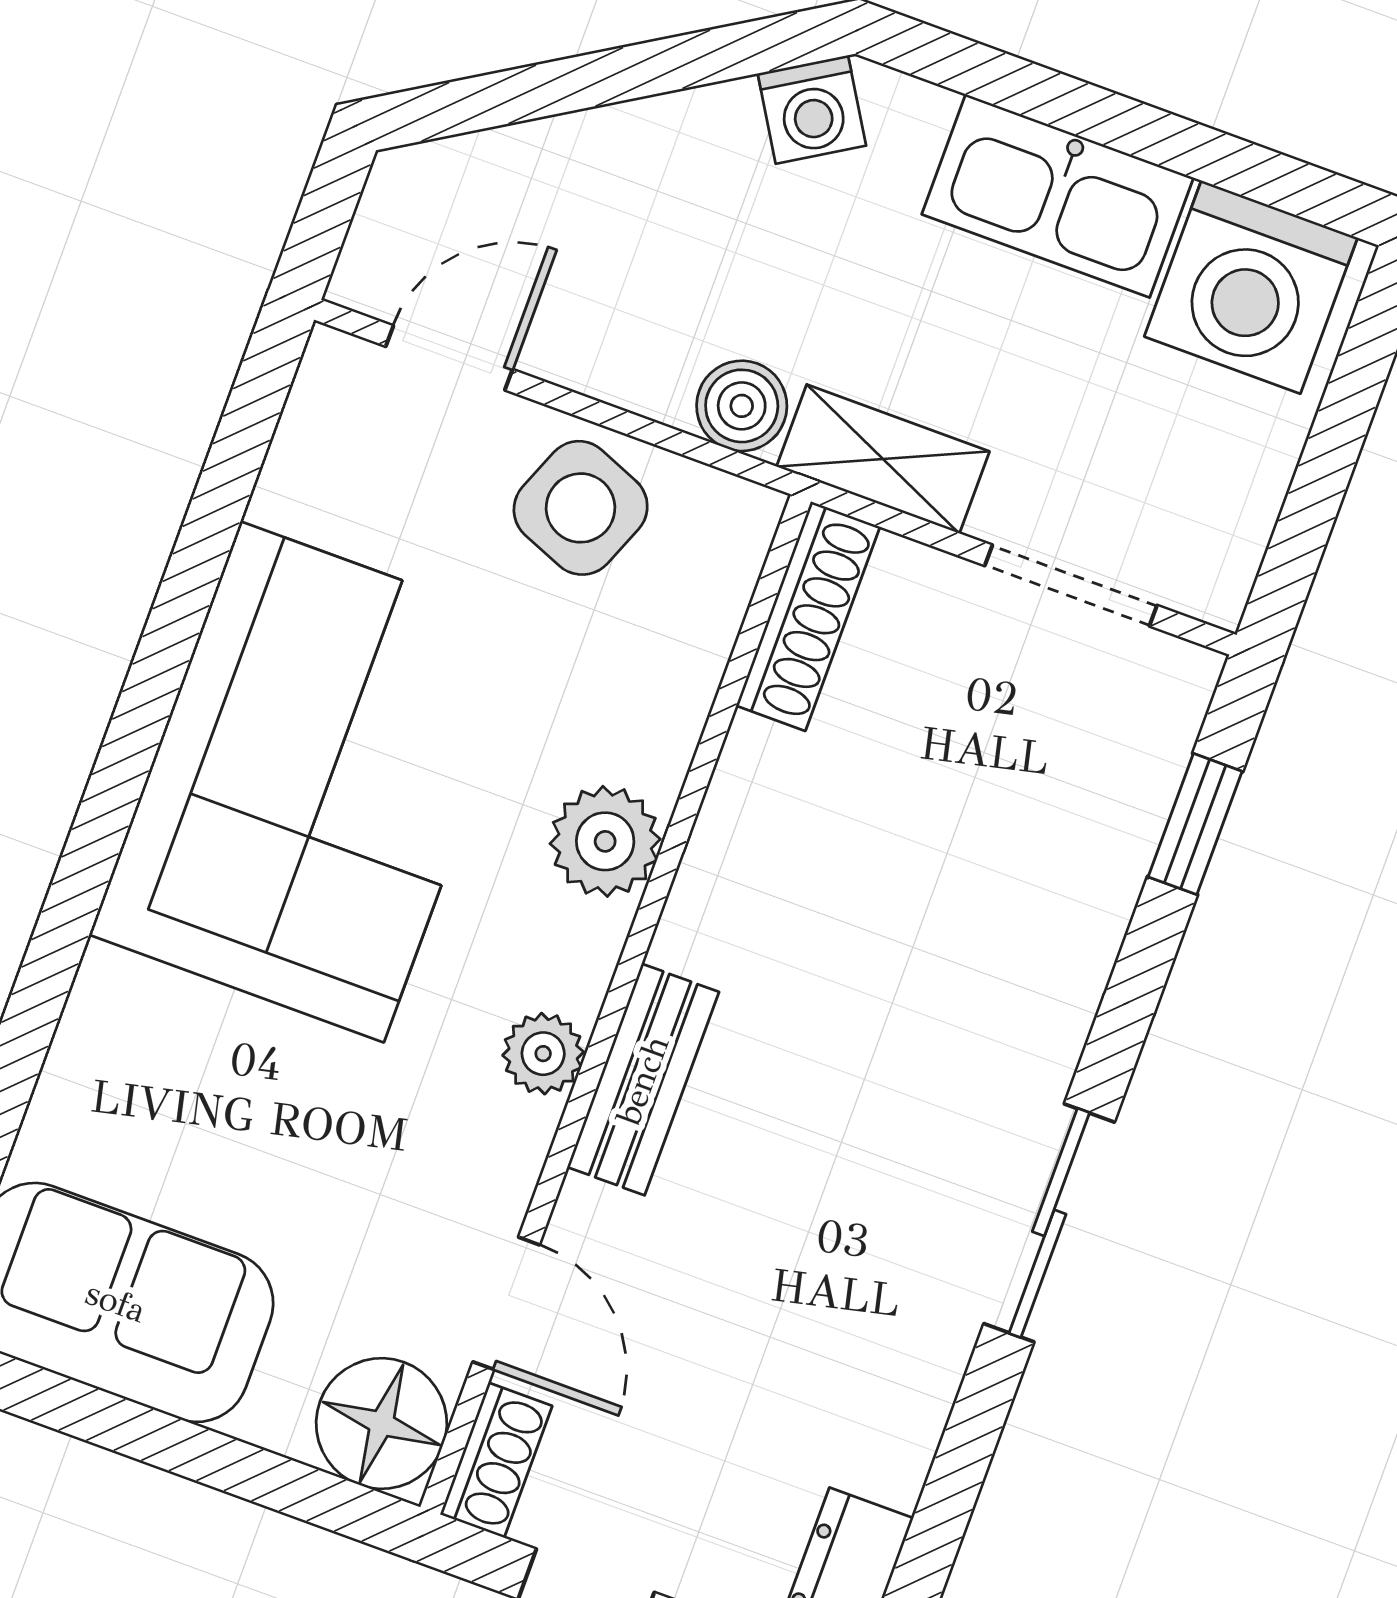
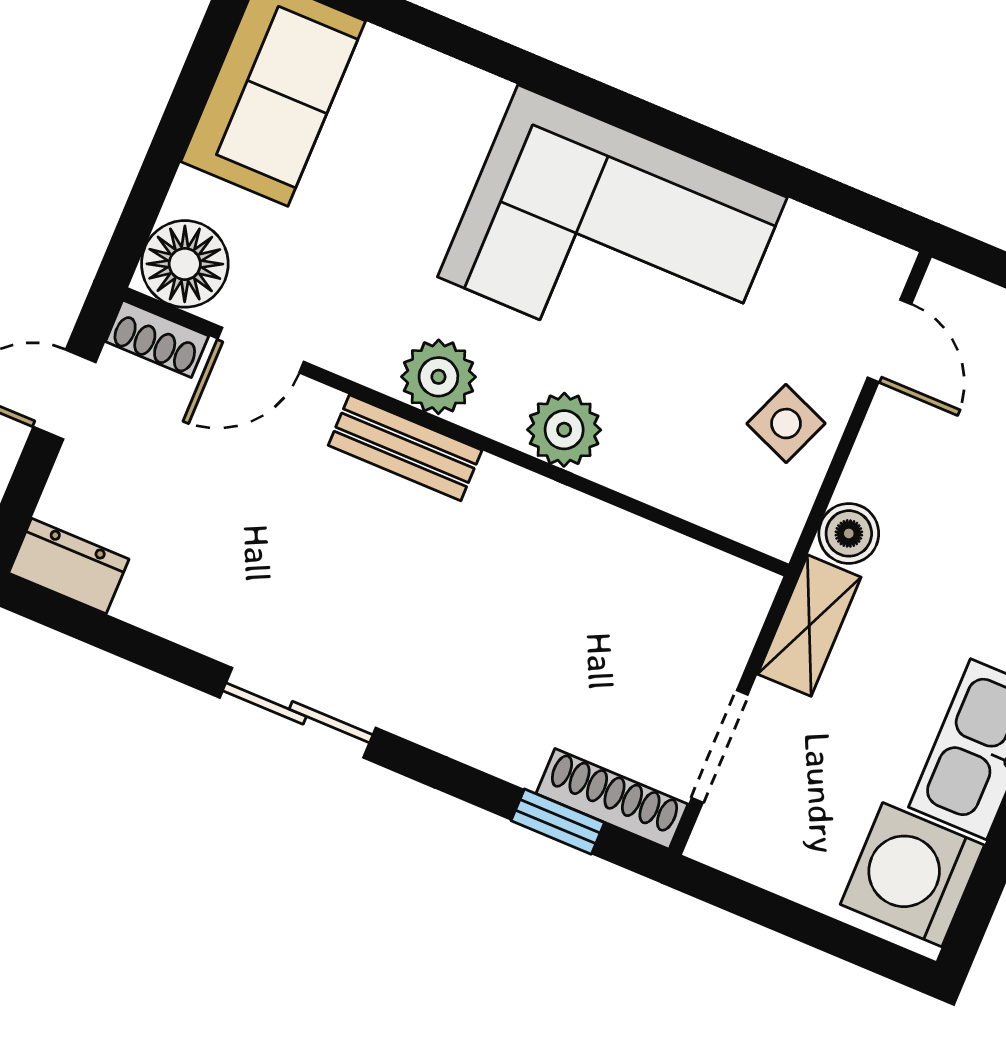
side table: (581, 508) -> (786, 424), width x0.73, depth x0.73
shoe rack: (808, 616) -> (612, 799), moved, turned 180
plant: (543, 1054) -> (438, 377), width x1.38, depth x1.38

